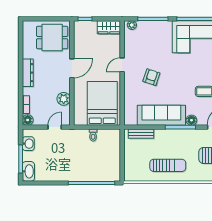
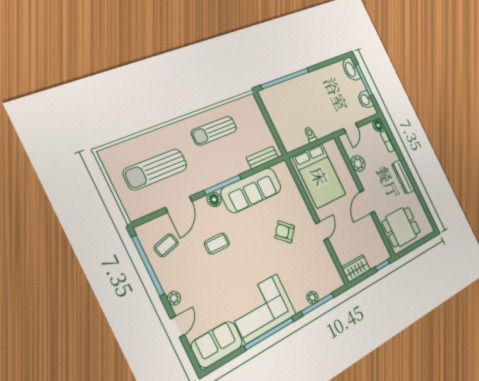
plant: (132, 25) -> (312, 297), moved
armchair: (151, 77) -> (285, 232), turned 113

